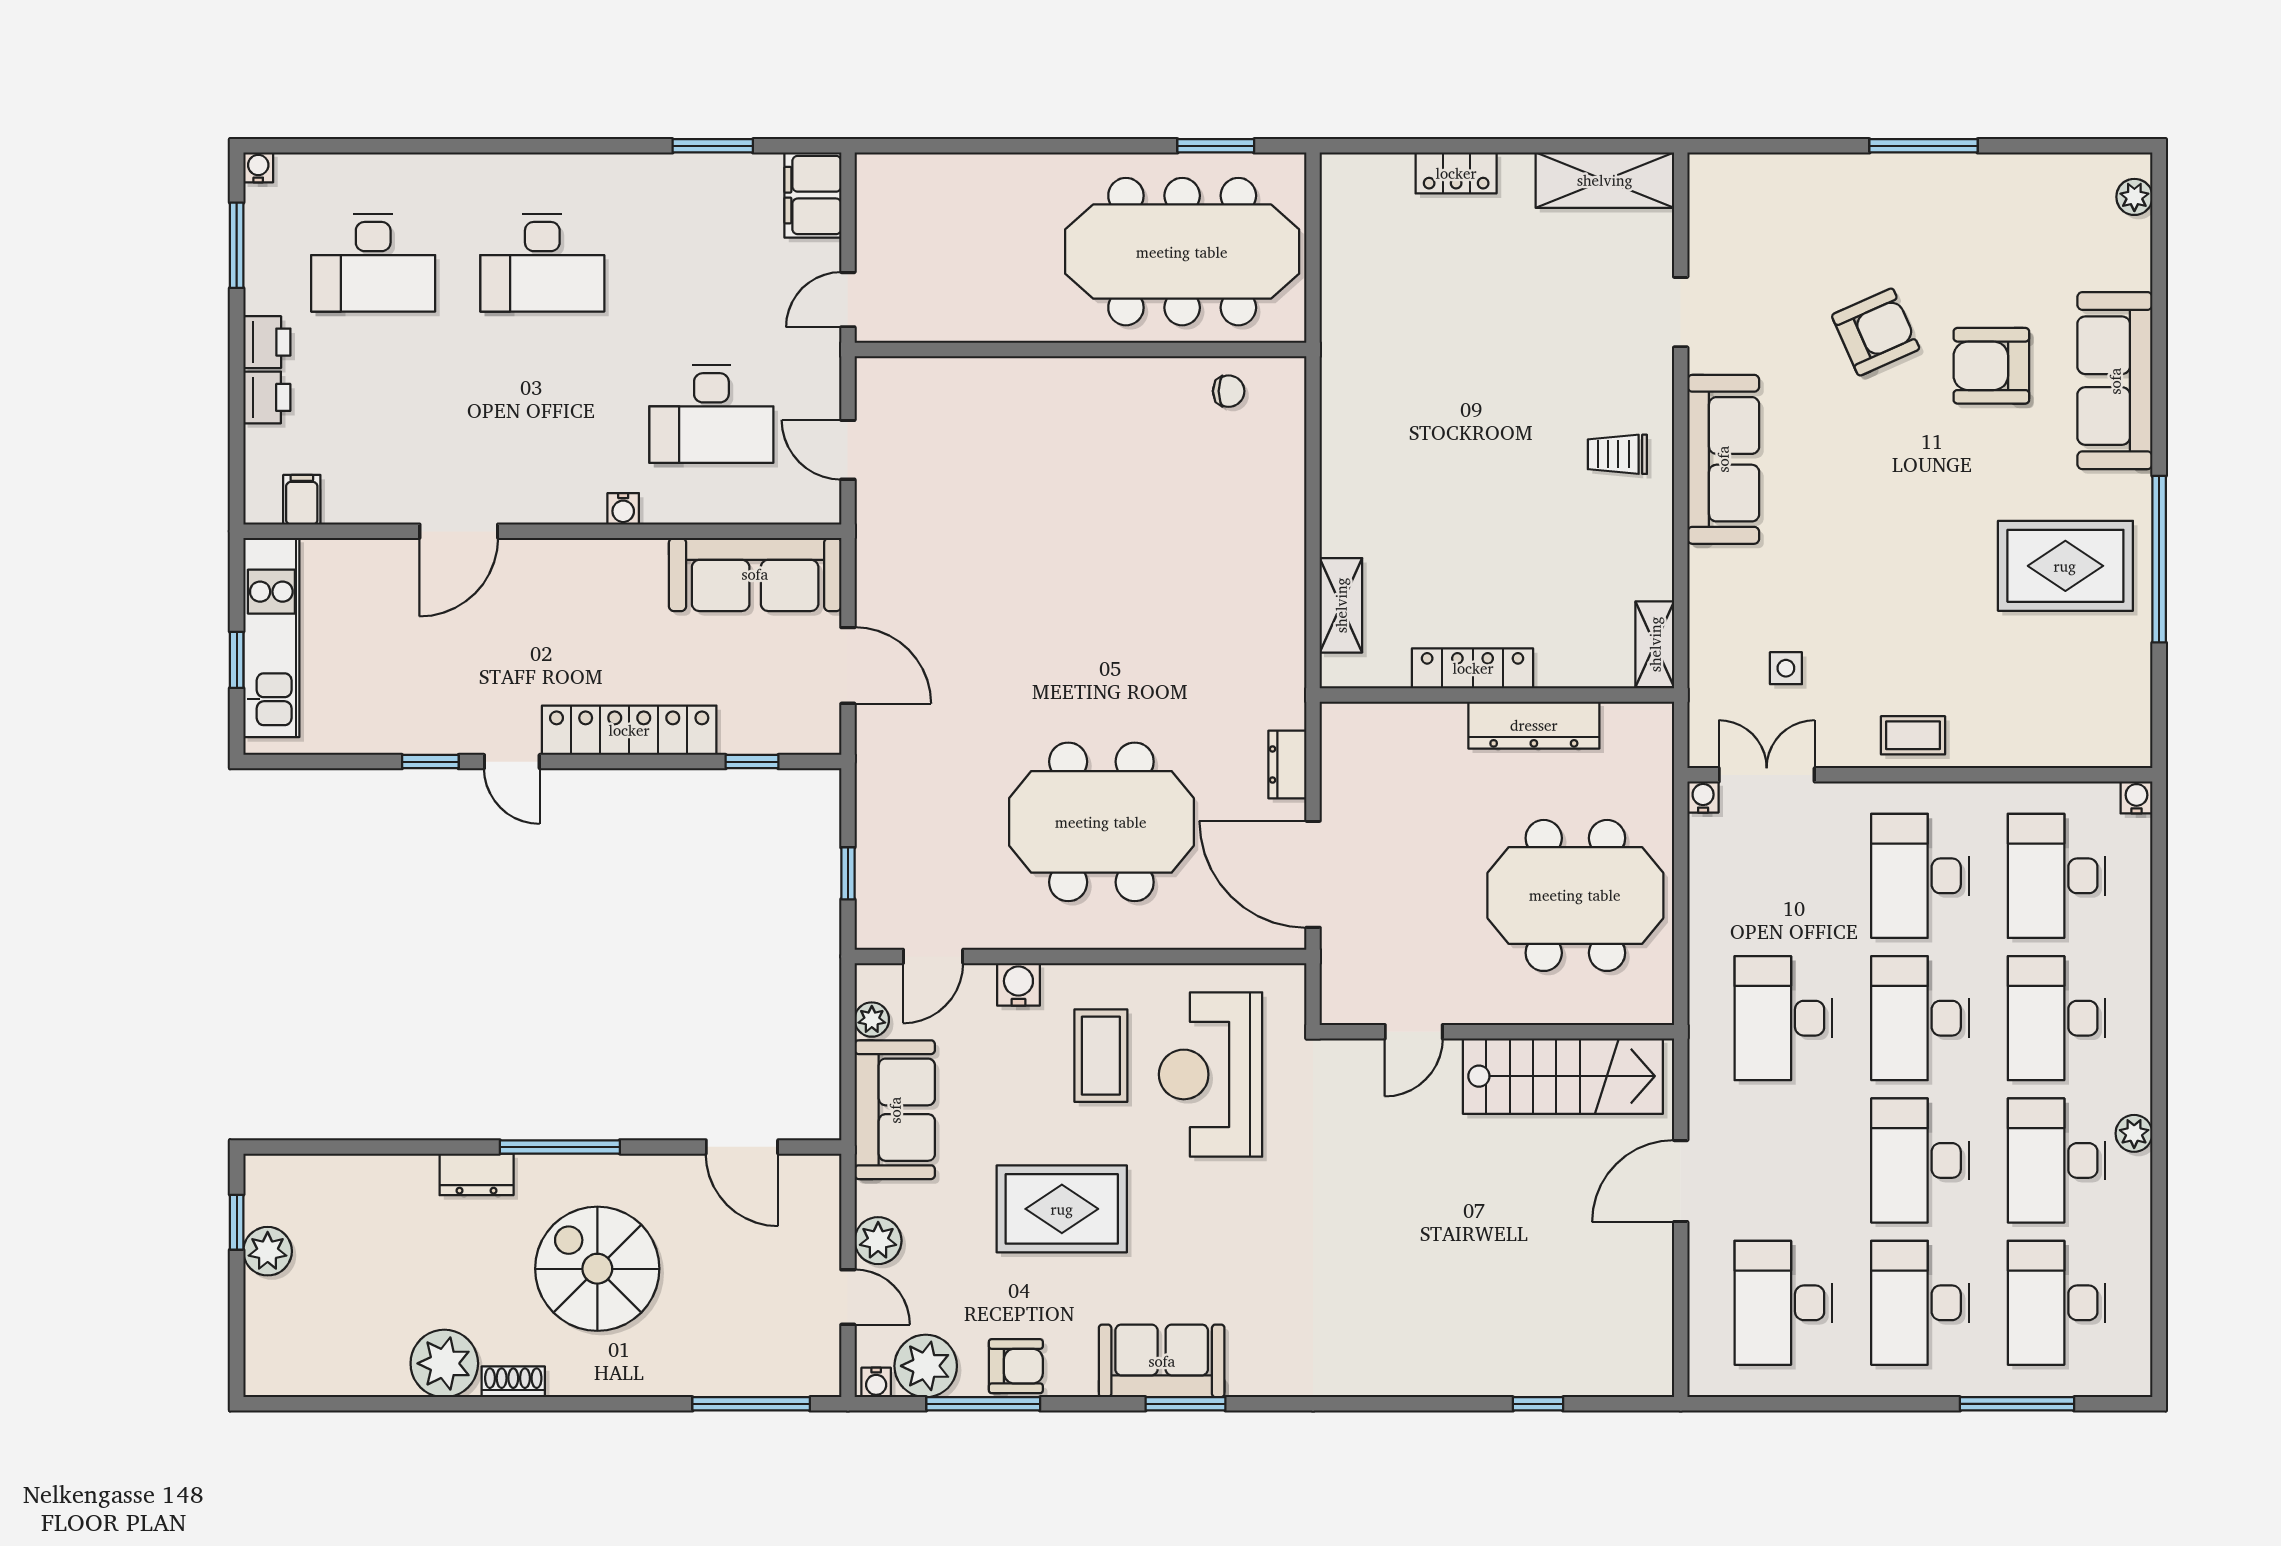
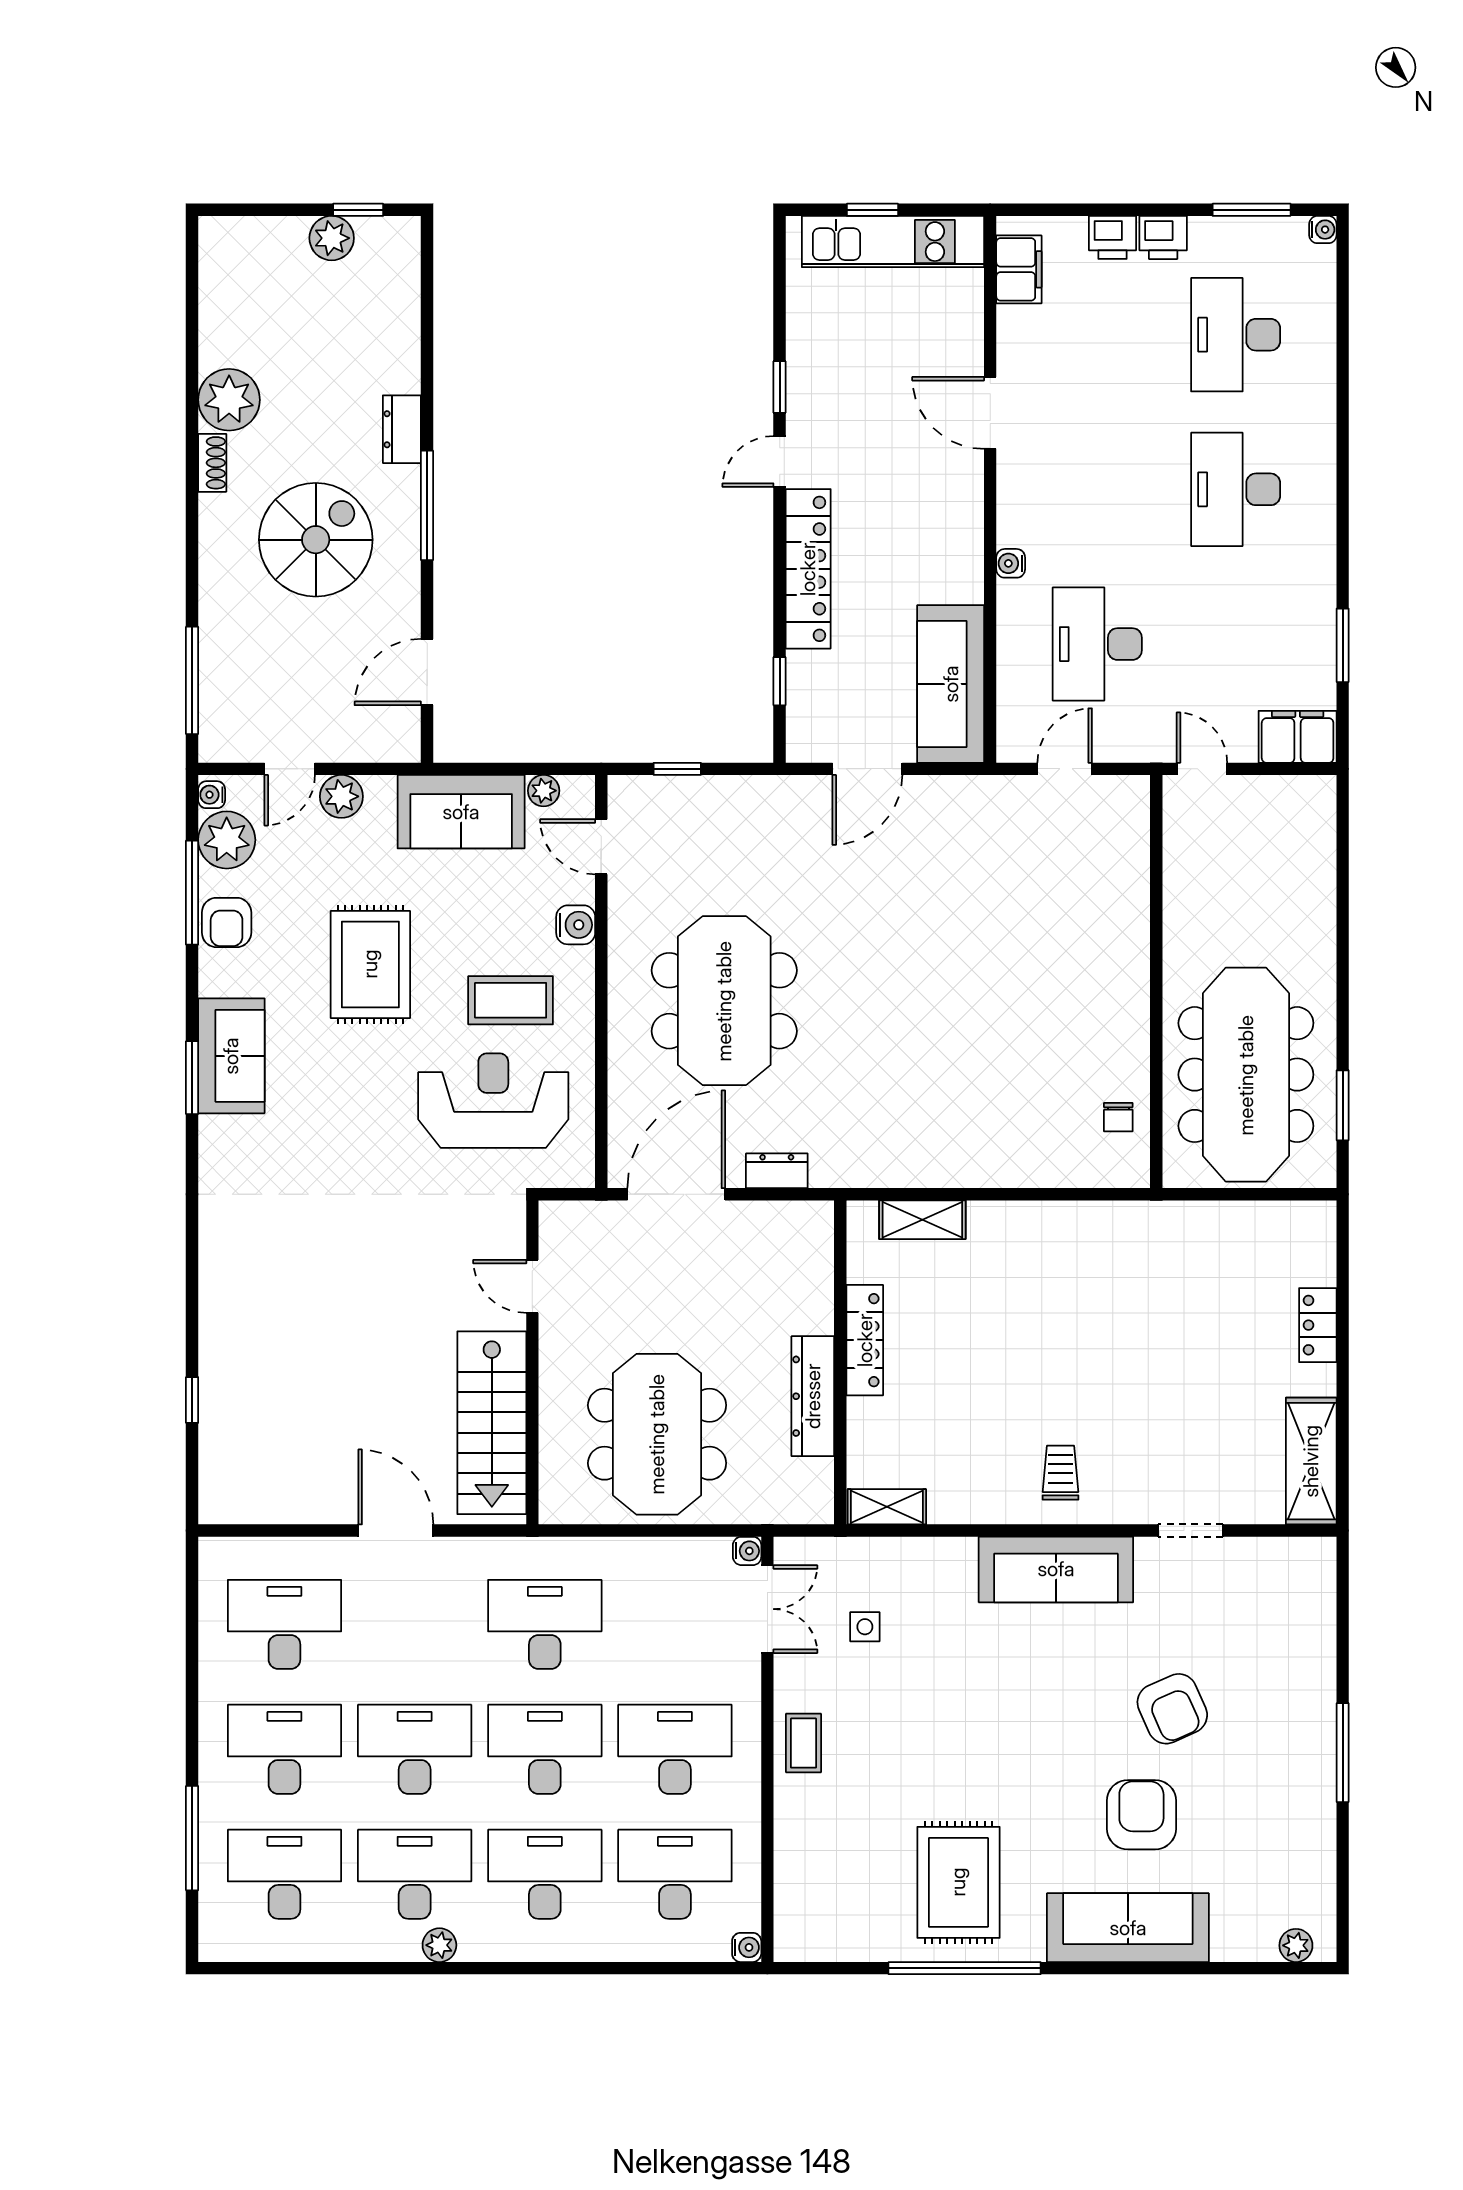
filing cabinet: (302, 500) -> (1019, 269), width x2.00

